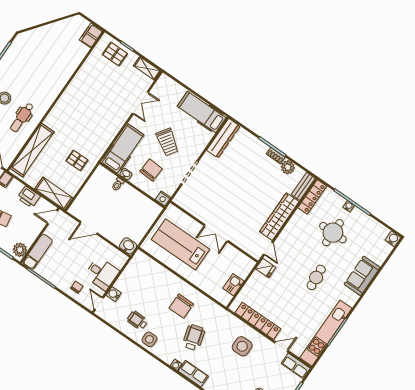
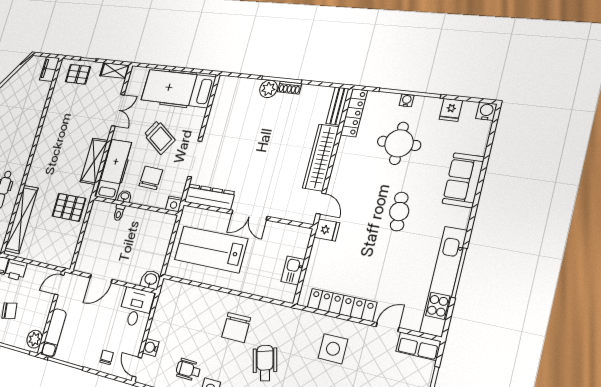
hospital bed: (202, 112) -> (178, 88), width x1.37, depth x1.29
dresser: (223, 138) -> (210, 197), moved, turned -90
pallet: (77, 160) -> (69, 207), width x1.50, depth x1.42
plant: (288, 167) -> (268, 89), moved
shelving: (54, 193) -> (94, 161), moved, turned 90
printer: (29, 197) -> (16, 270), moved
fridge: (373, 227) -> (451, 110), added
desk: (102, 273) -> (136, 307), moved, turned -90

